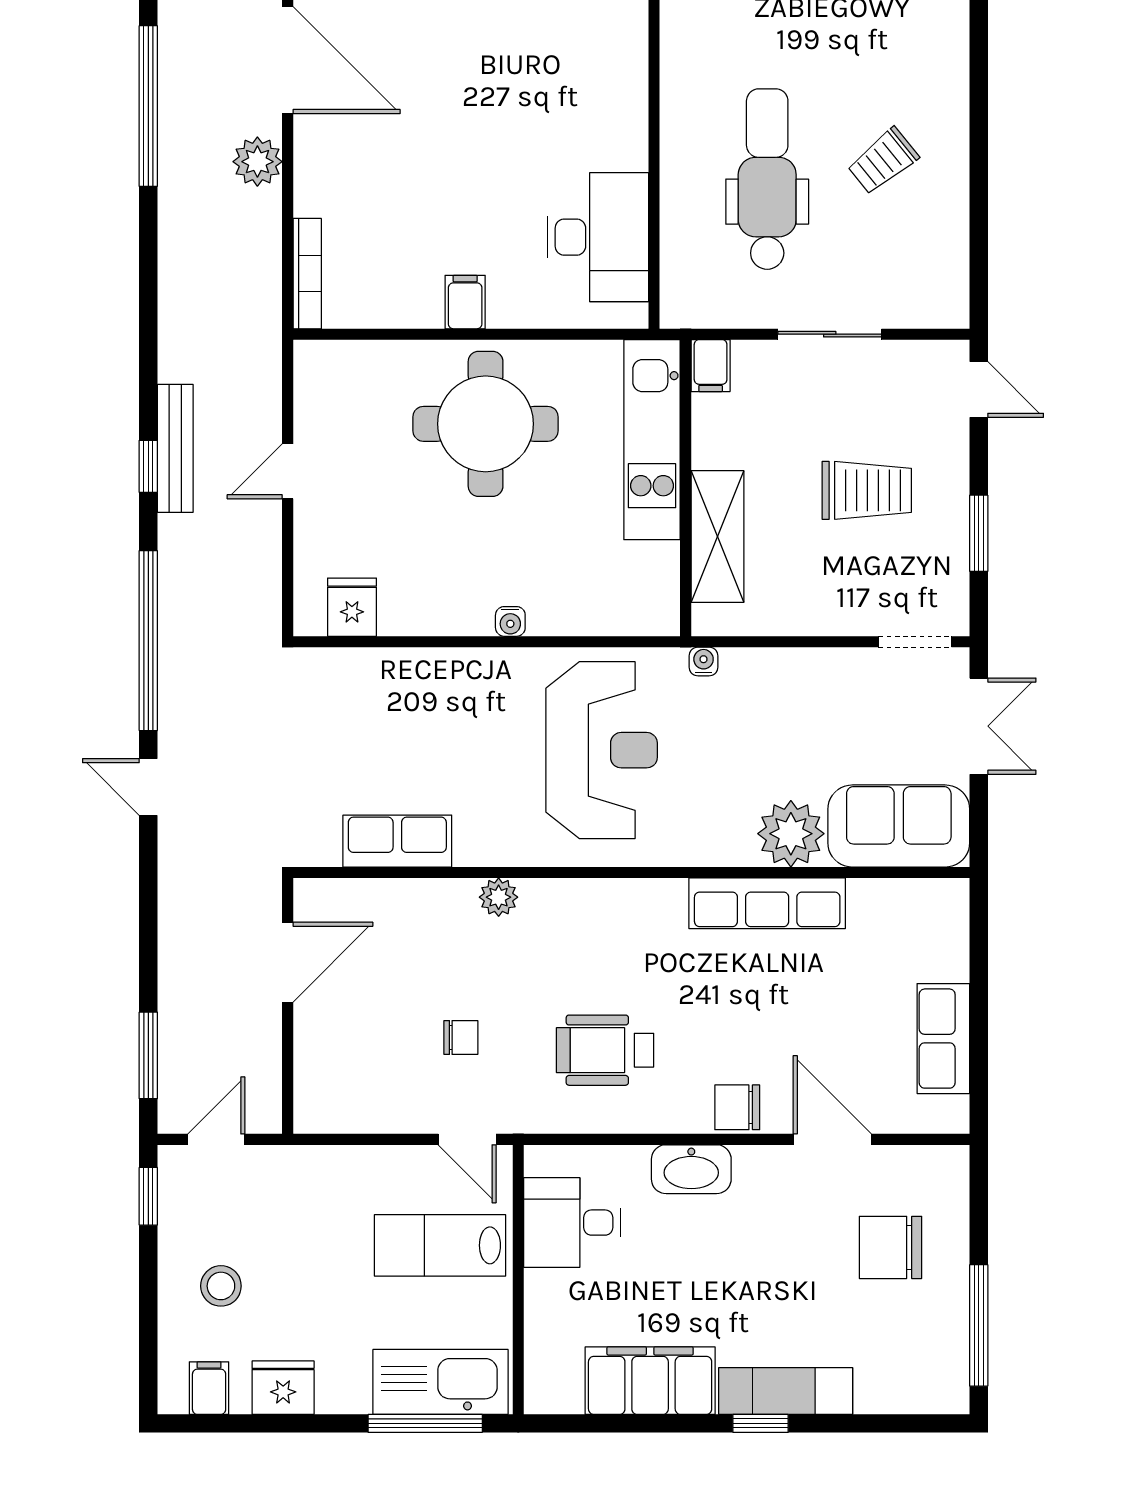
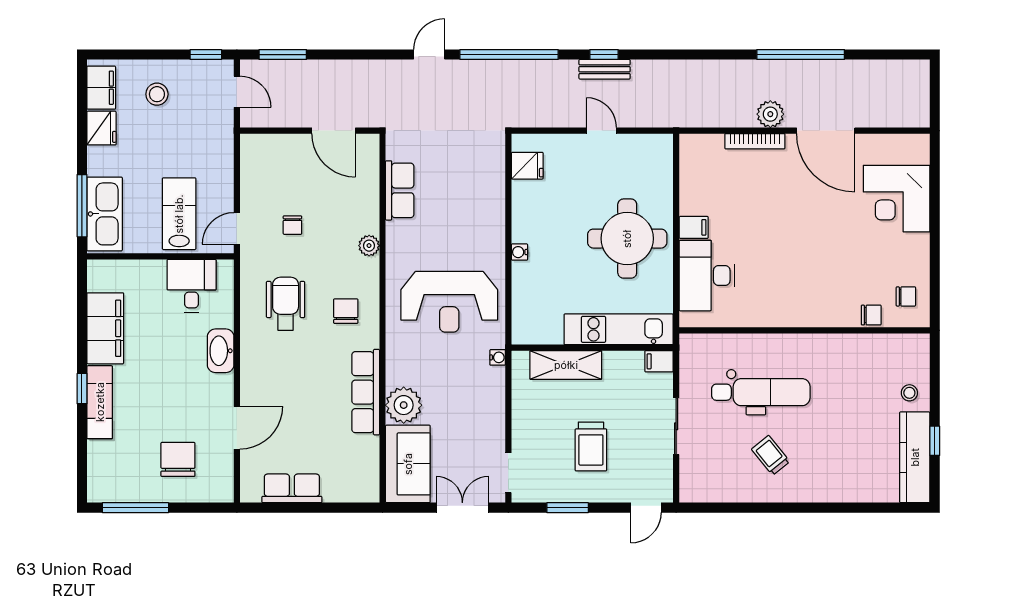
door: (288, 60) -> (826, 131), hinge flipped
desk: (598, 237) -> (707, 276), moved, turned 90
bookcase: (307, 274) -> (755, 141), moved
bench: (175, 448) -> (605, 69), width x0.73
double door: (979, 726) -> (462, 508), swing flipped
chair: (737, 1107) -> (346, 311), moved
filing cabinet: (209, 1388) -> (101, 88), width x2.00

